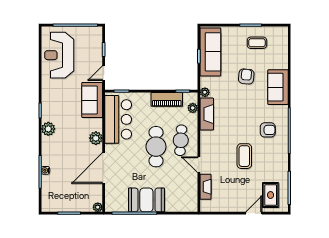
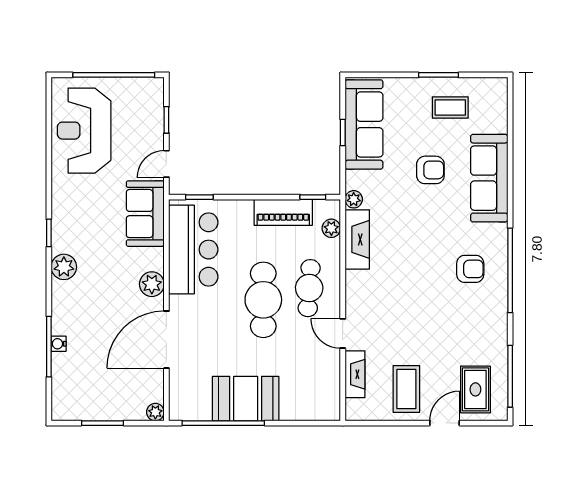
armchair: (246, 76) -> (430, 170), turned 84
sofa: (278, 87) -> (489, 178), width x1.36
coffee table: (244, 156) -> (406, 389), moved

